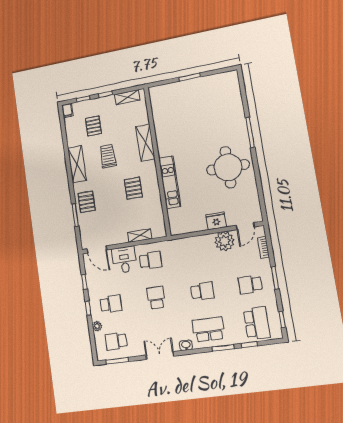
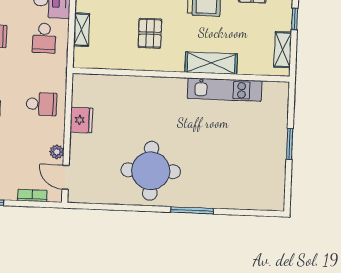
kitchen unit: (170, 182) -> (225, 90), moved
pallet: (133, 188) -> (150, 33), turned 90
fridge: (216, 221) -> (81, 120), moved
plant: (224, 241) -> (57, 152), width x0.53, depth x0.53
school desk: (196, 253) -> (41, 104), added

